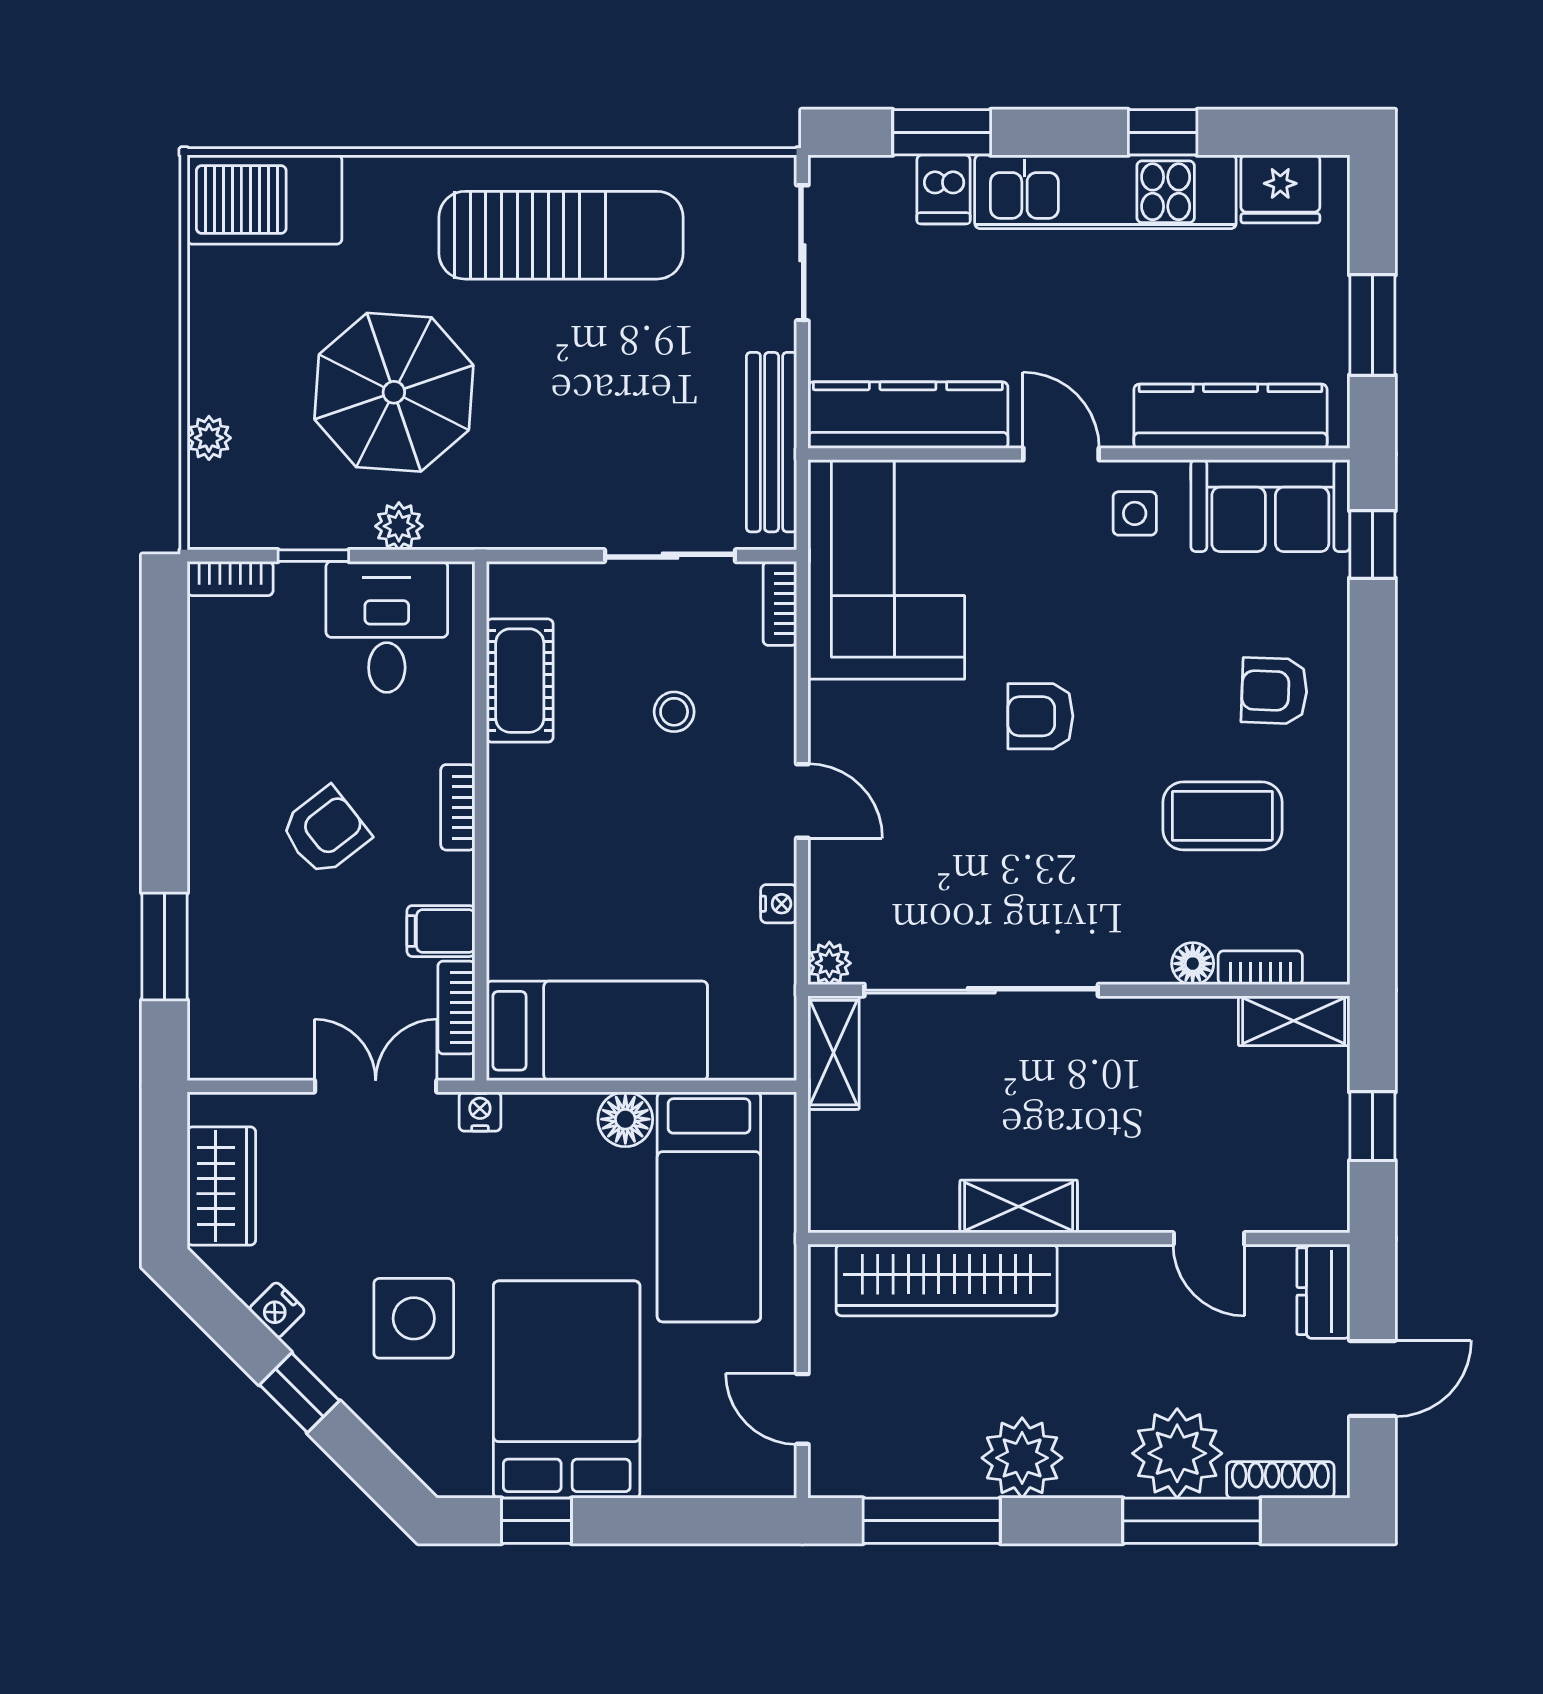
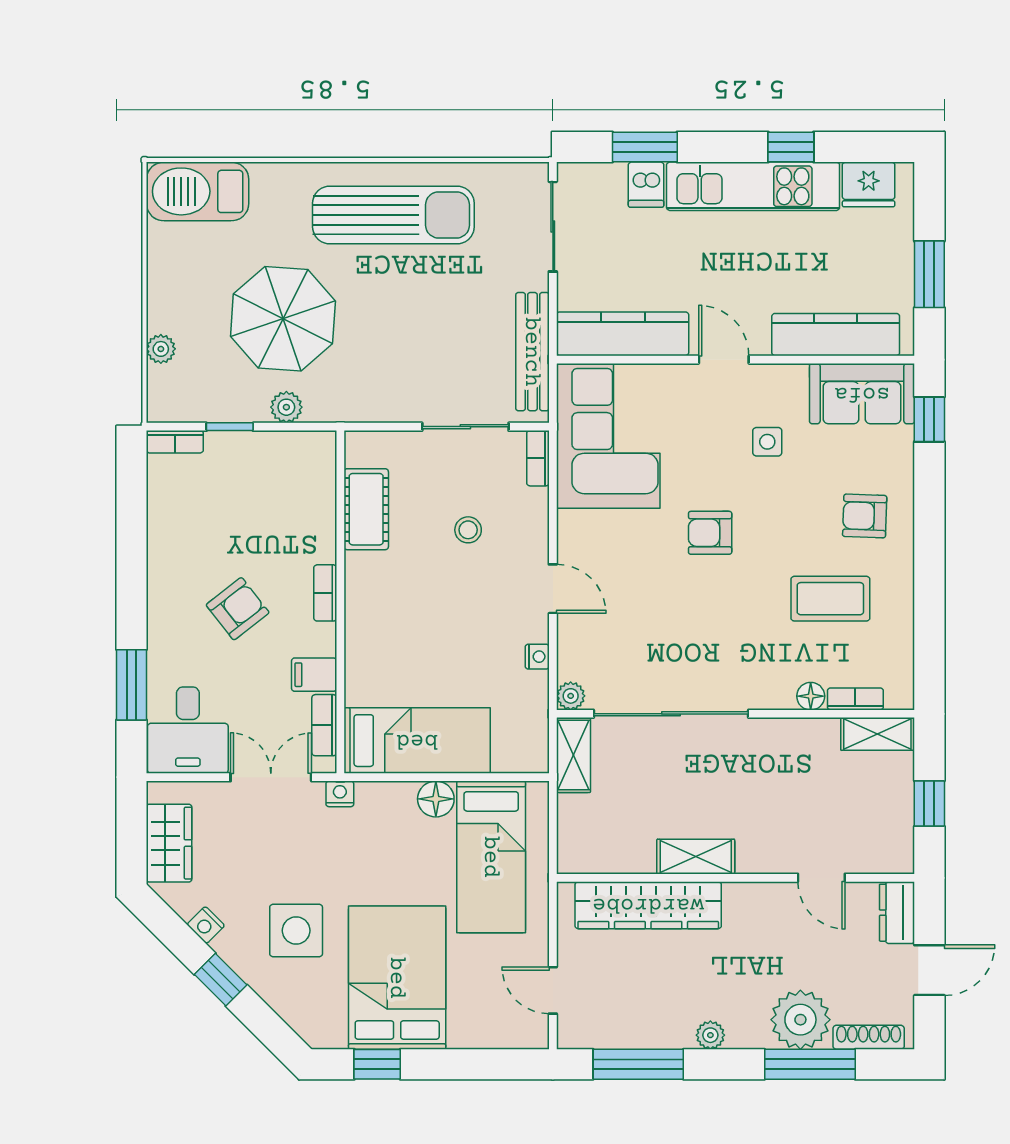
side table: (1135, 513) -> (767, 442), moved
desk: (387, 627) -> (188, 730), moved, turned 180
plant: (1022, 1458) -> (710, 1035), width x0.53, depth x0.53

